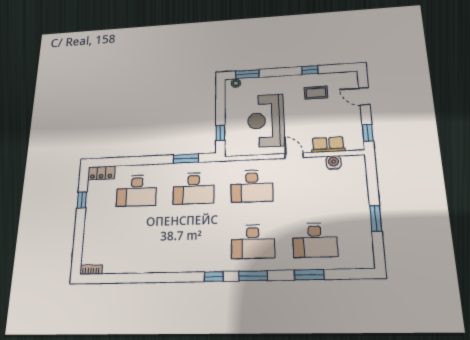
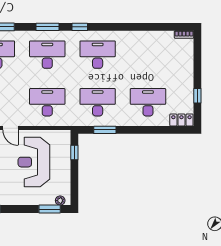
reception desk: (266, 121) -> (34, 162), turned 180
desk: (193, 243) -> (98, 55), added

